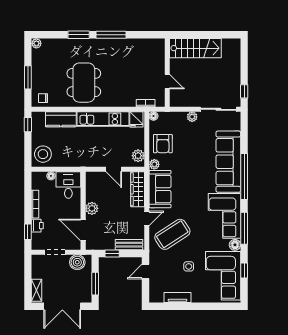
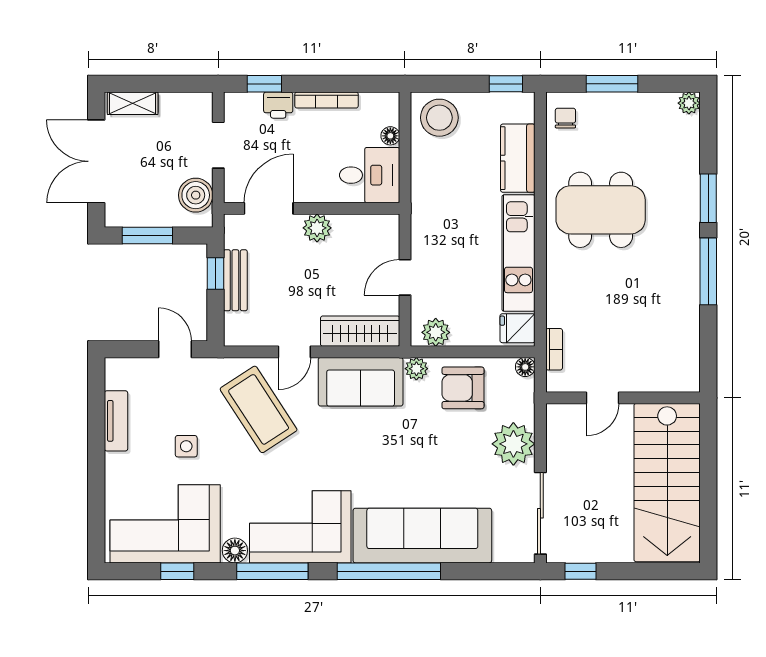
stairs: (195, 48) -> (667, 483), width x1.36, depth x1.51
plant: (192, 117) -> (513, 444), width x1.88, depth x1.88
door: (147, 218) -> (294, 352), hinge flipped
bench: (129, 245) -> (235, 280), moved

